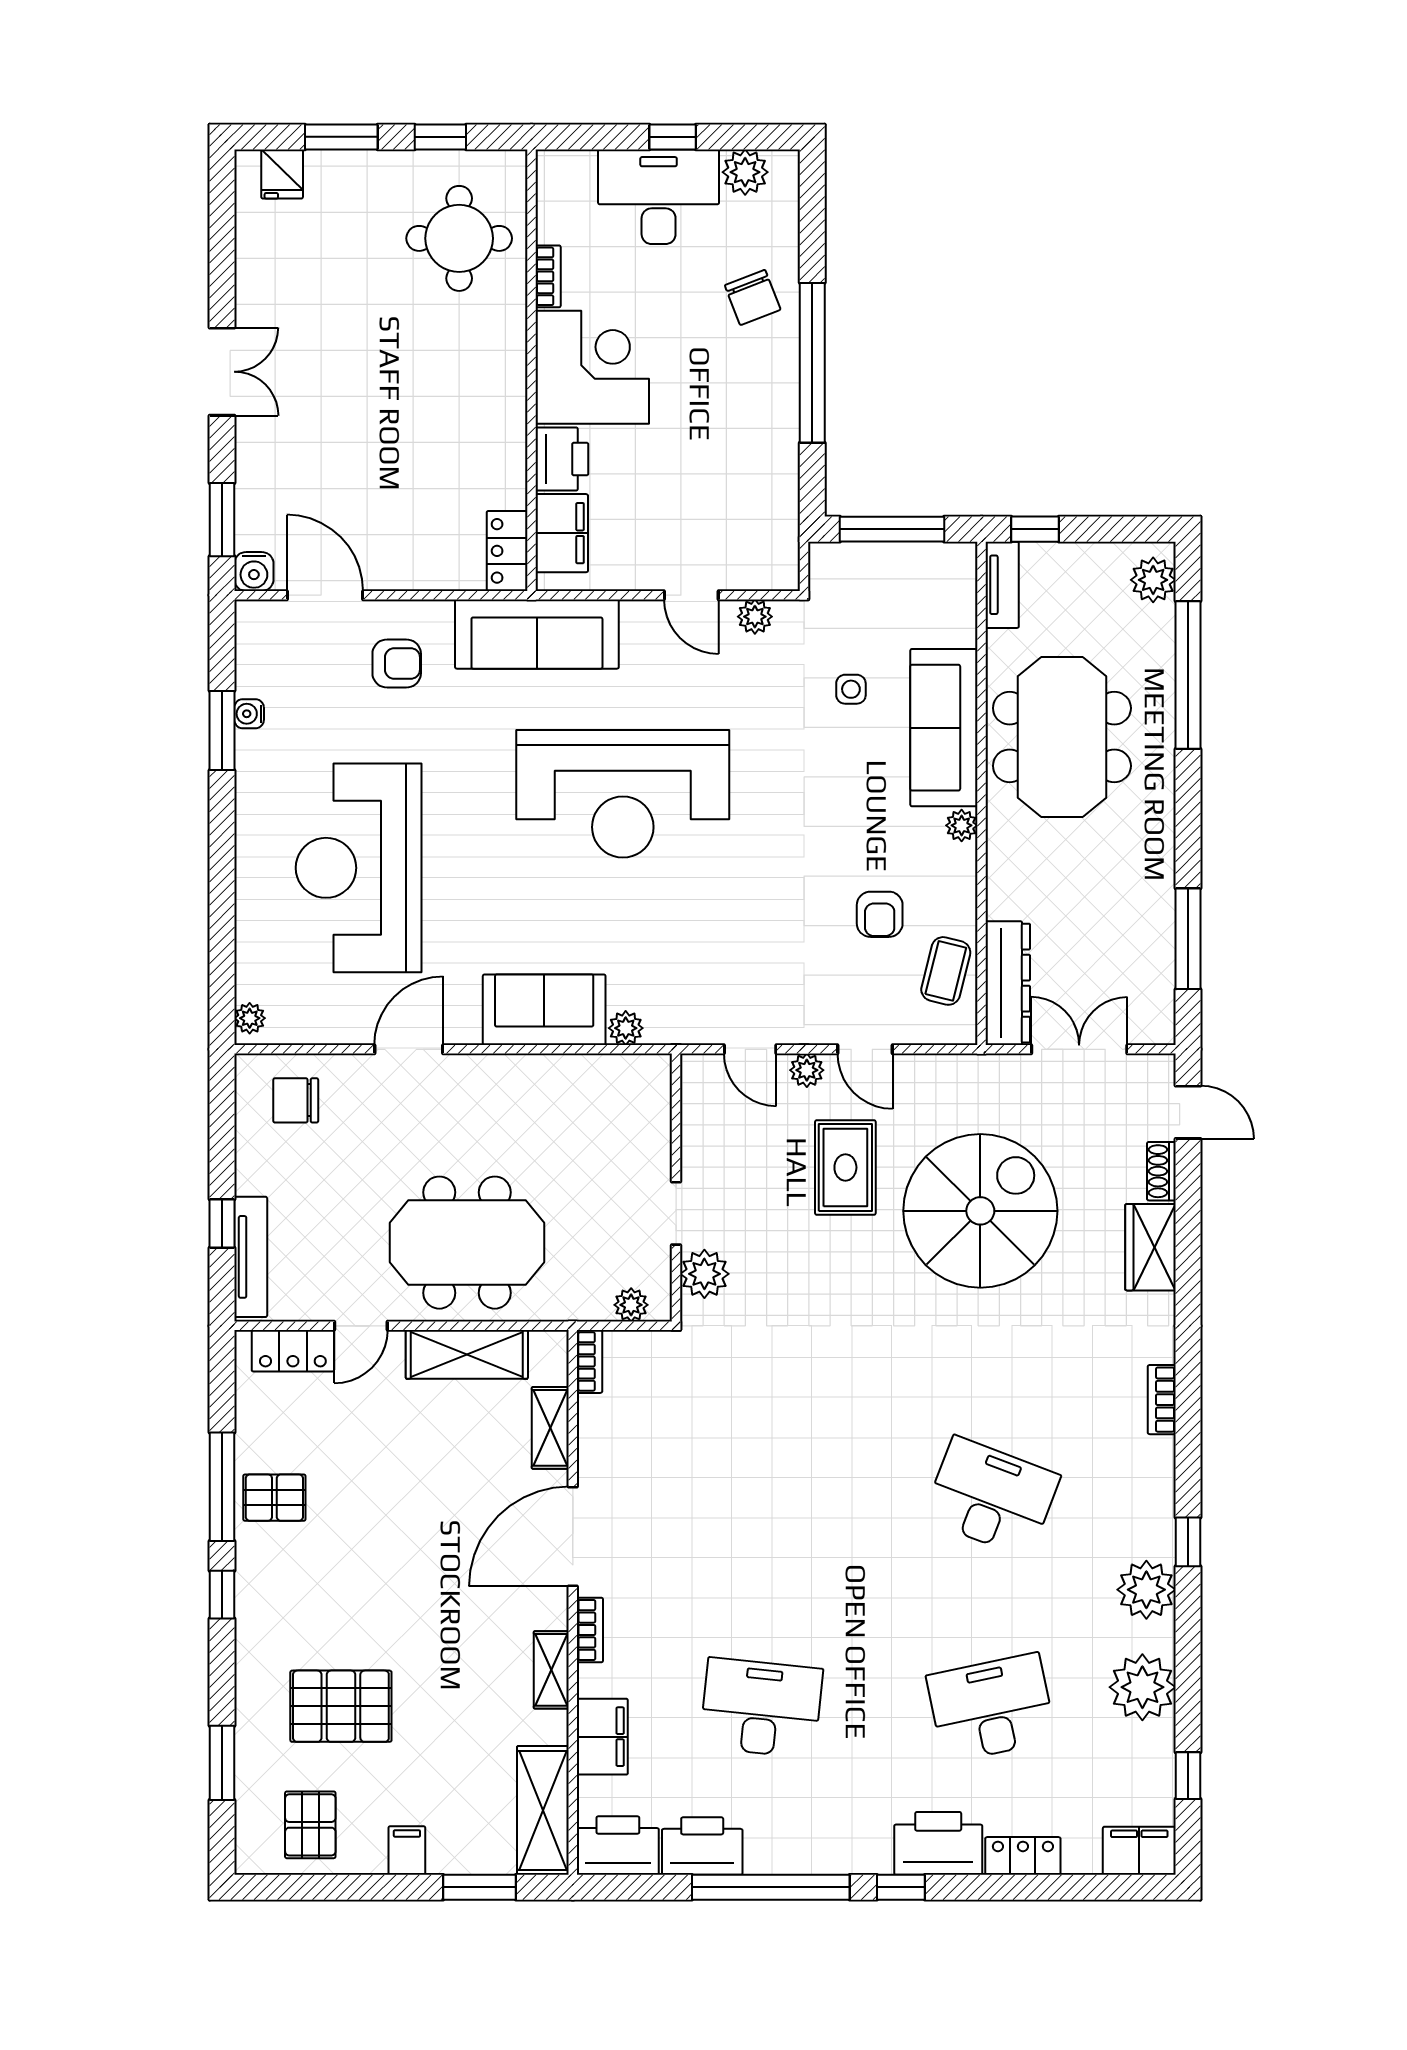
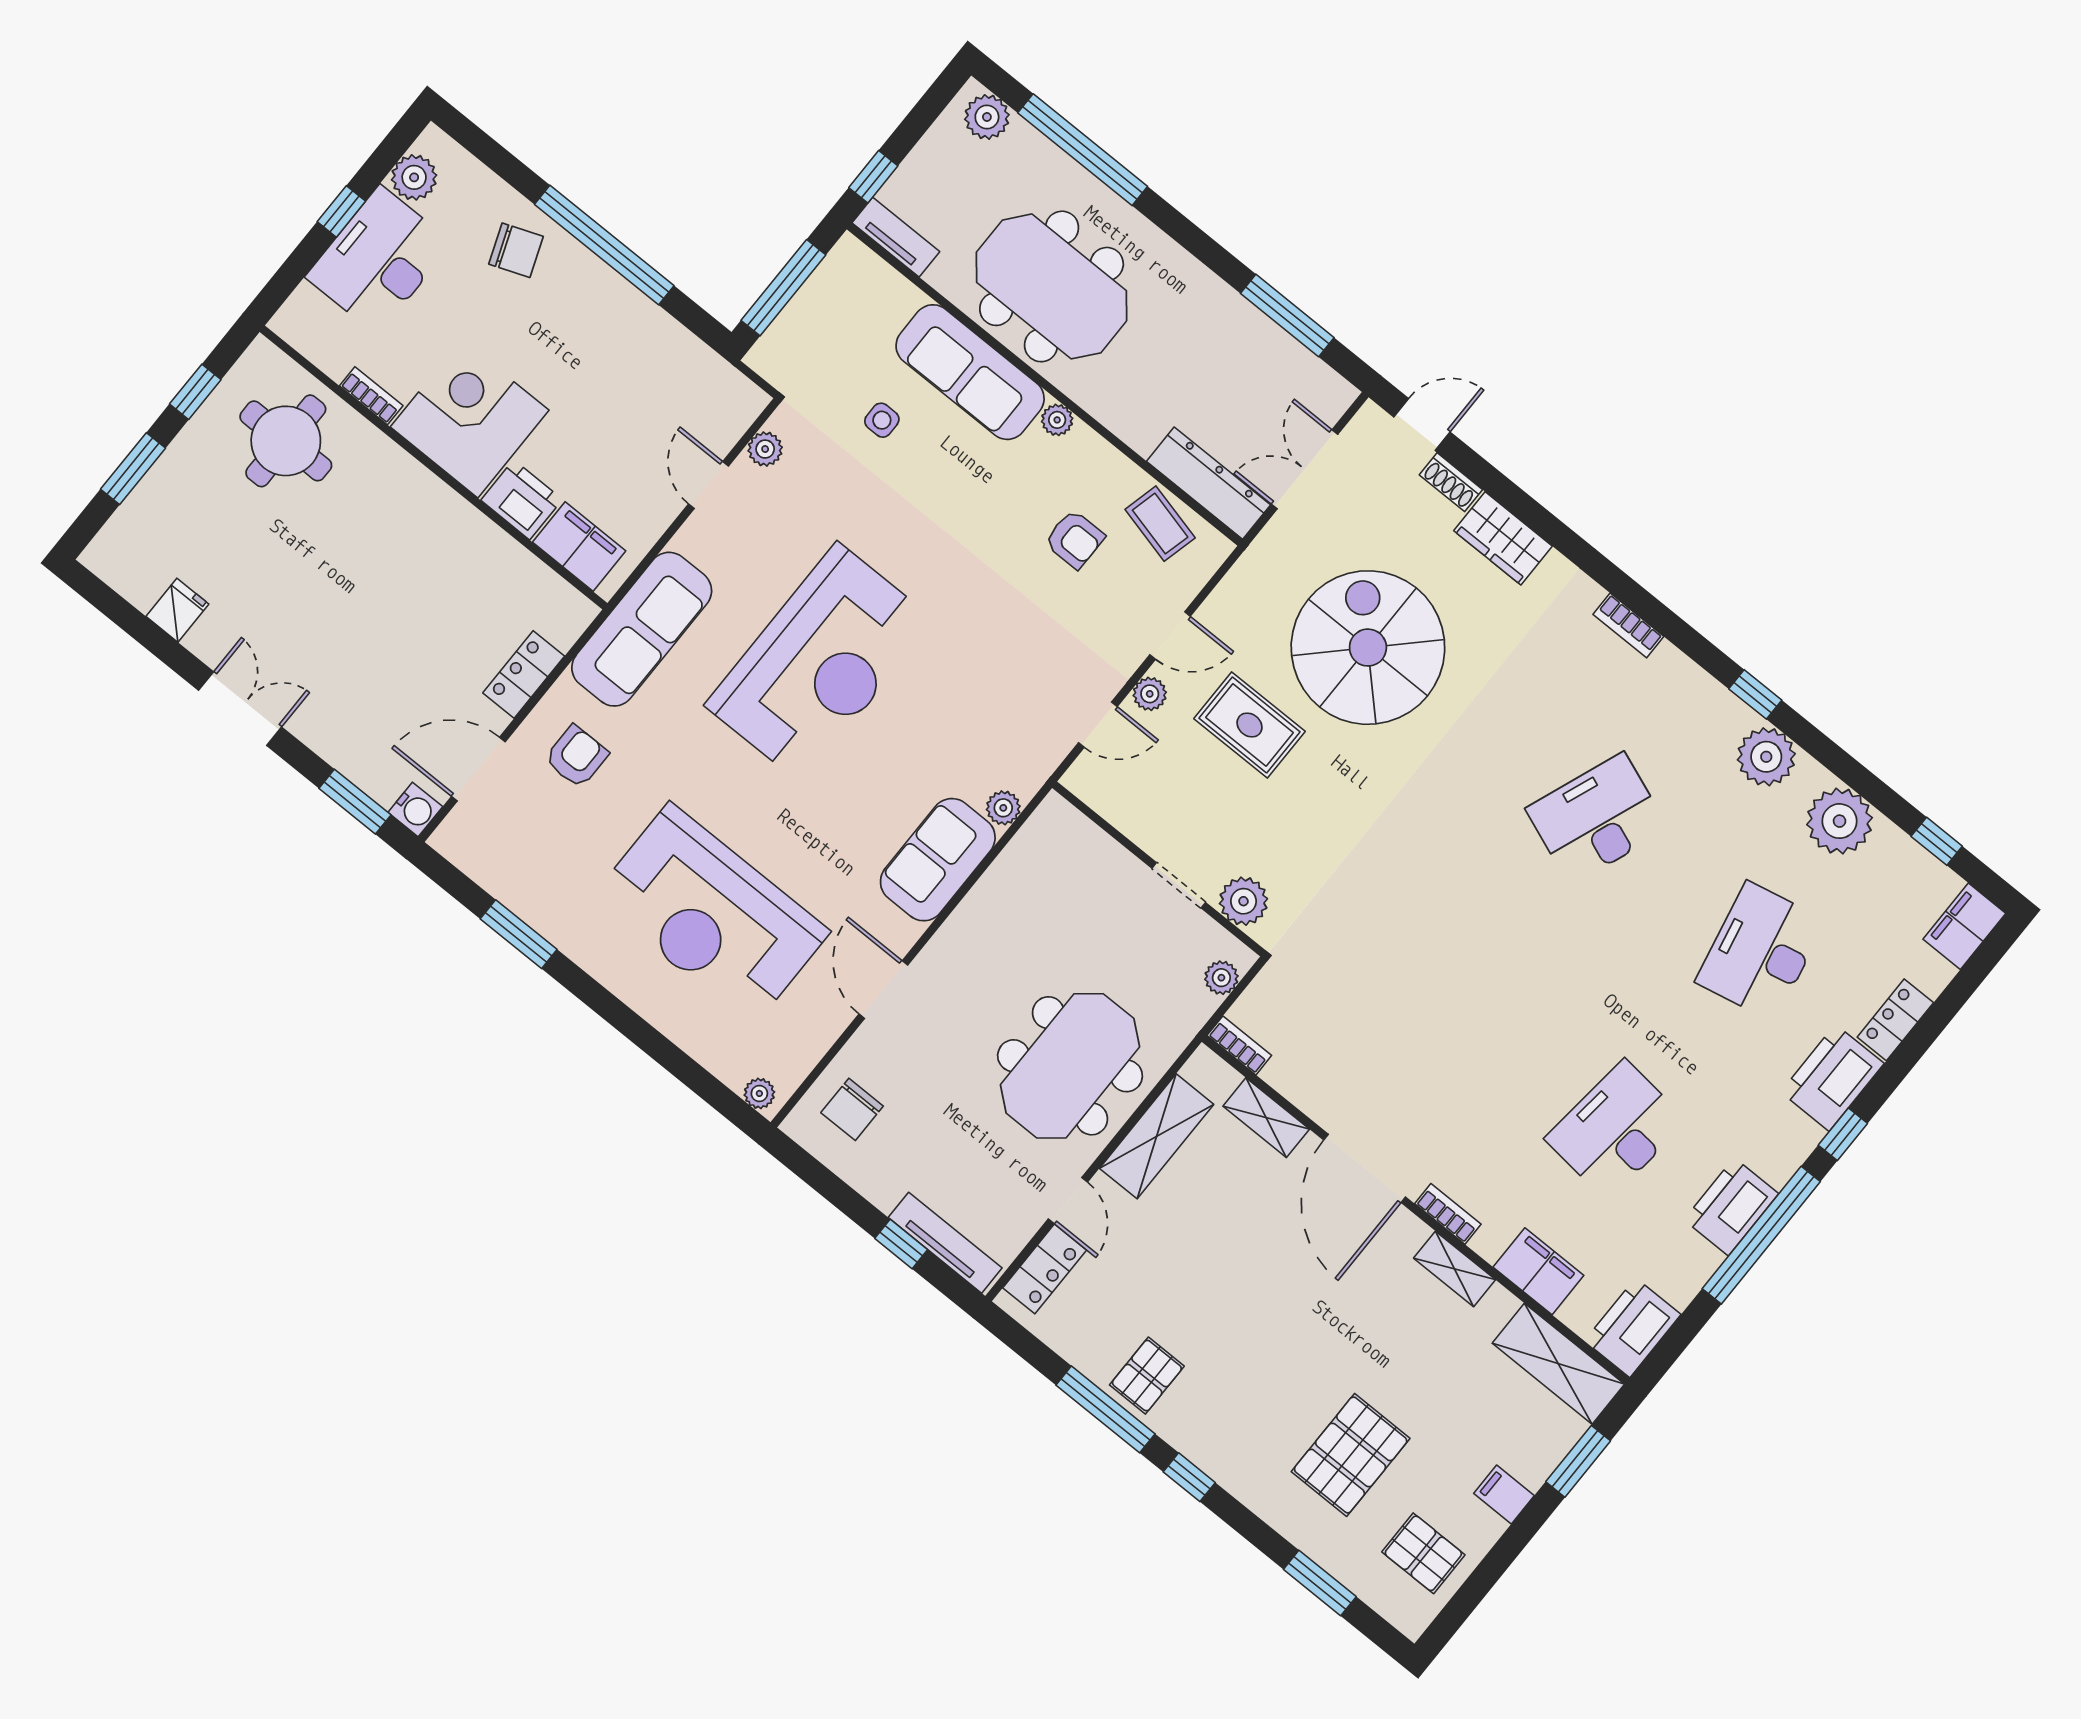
fridge: (282, 174) -> (177, 610), moved, turned -90
locker: (507, 551) -> (524, 674), moved, turned 90
door: (691, 595) -> (708, 485), swing flipped
water cooler: (249, 714) -> (523, 903), removed
printer: (702, 1846) -> (1731, 1207), moved

